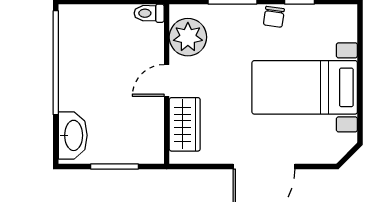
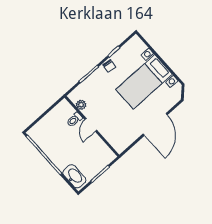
toilet: (149, 13) -> (74, 120), moved
plant: (188, 37) -> (81, 105), width x0.53, depth x0.53
wardrobe: (185, 124) -> (112, 135), removed

